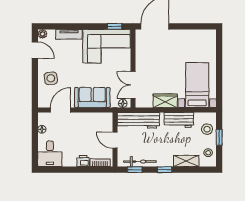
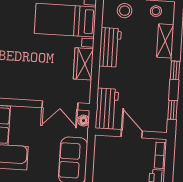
workbench: (138, 120) -> (107, 109), width x0.73
door: (115, 140) -> (132, 134), swing flipped
bicycle: (140, 162) -> (162, 103), removed

